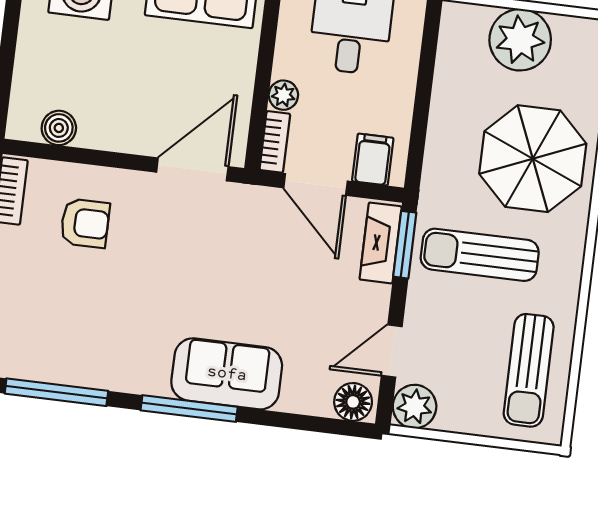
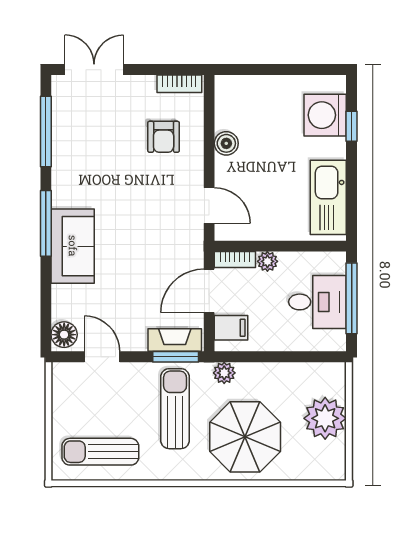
boiler: (59, 128) -> (226, 143), moved
door: (192, 169) -> (209, 206), width x0.73
plant: (415, 407) -> (224, 373), moved, width x0.73, depth x0.73

